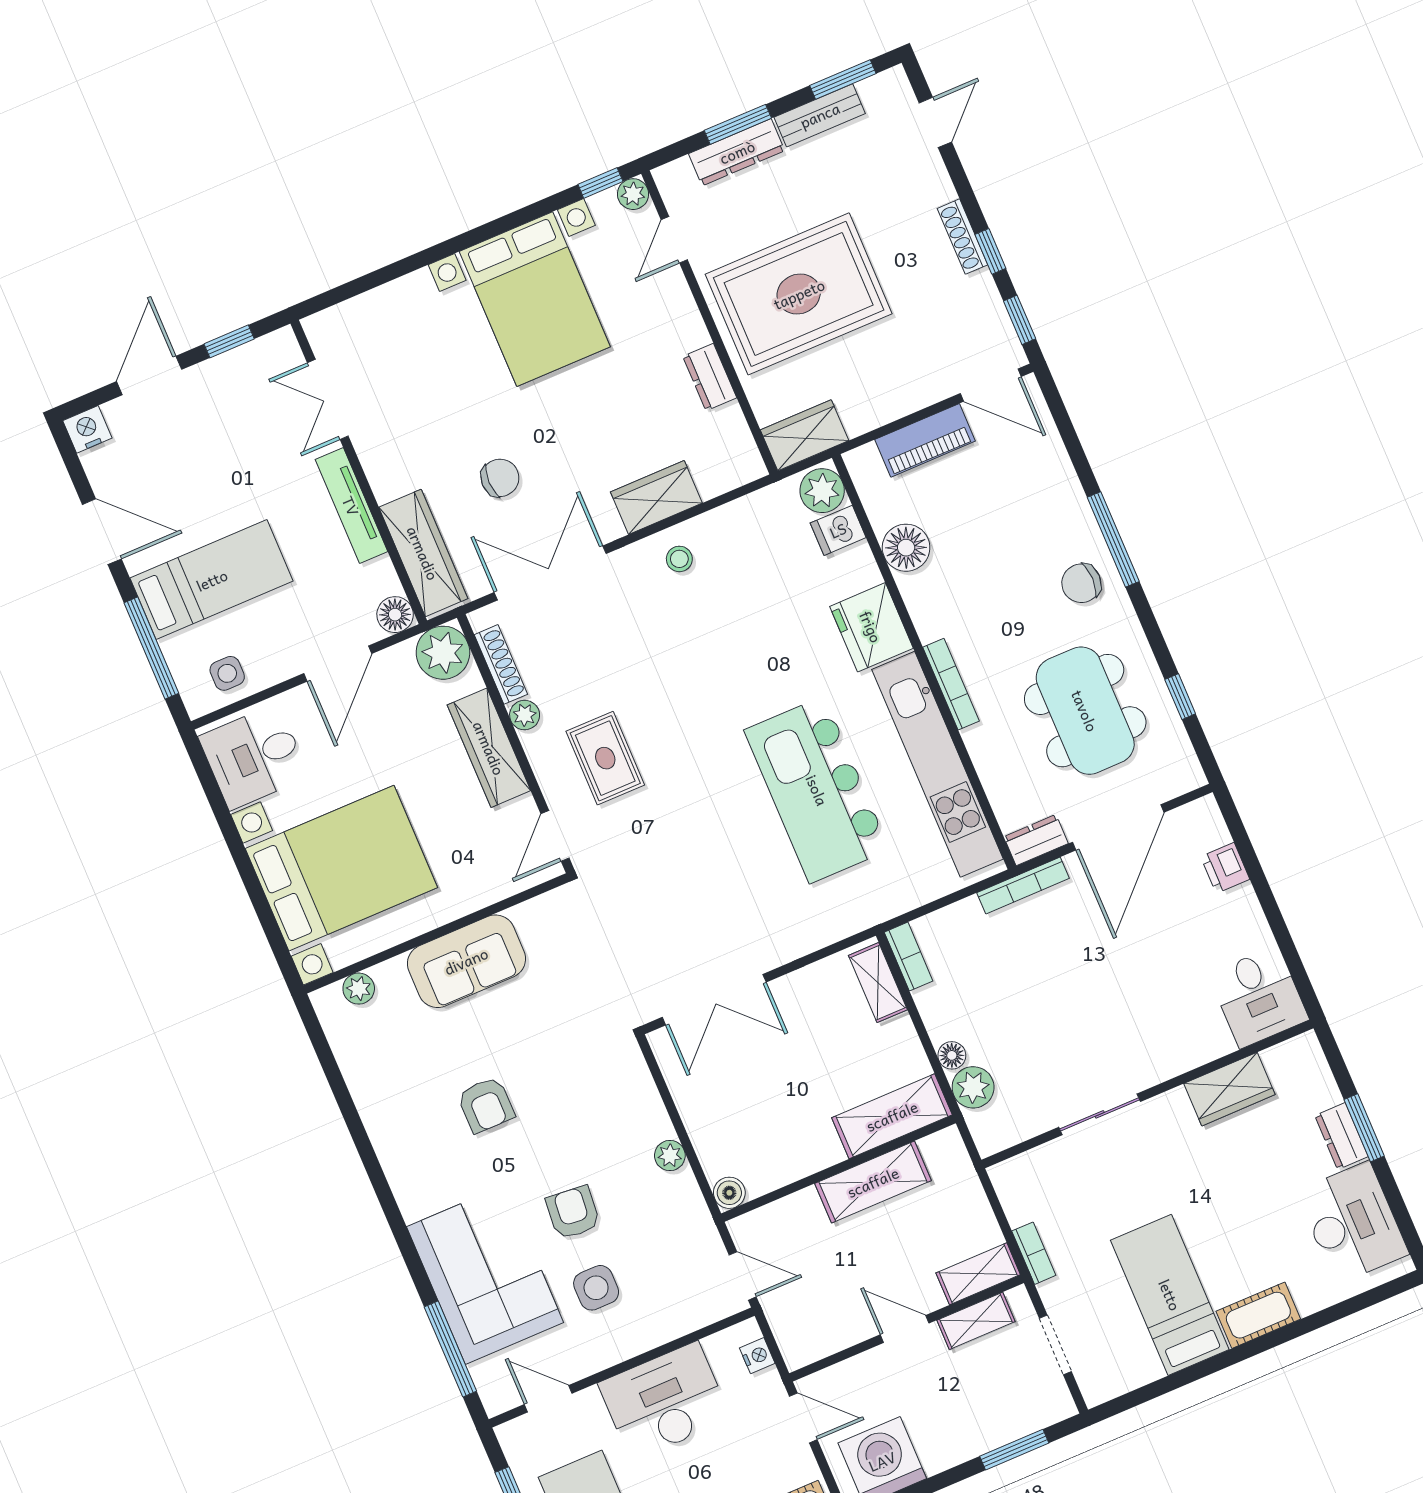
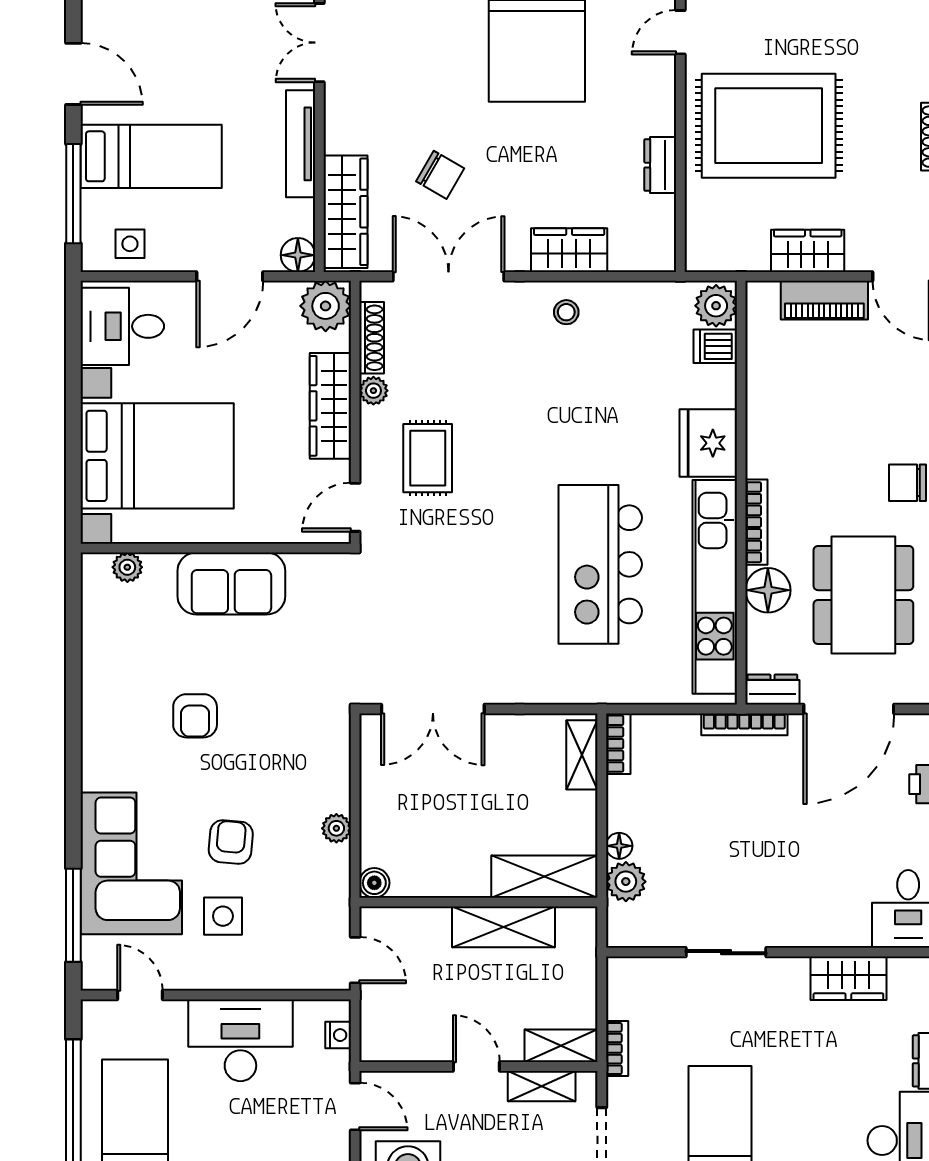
wardrobe: (805, 435) -> (808, 251), moved
chair: (500, 478) -> (440, 175), turned 30
floor lamp: (906, 548) -> (768, 590), moved

